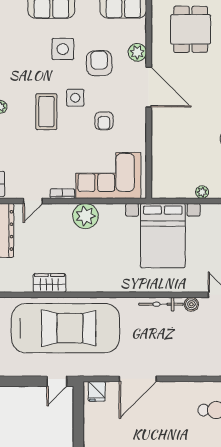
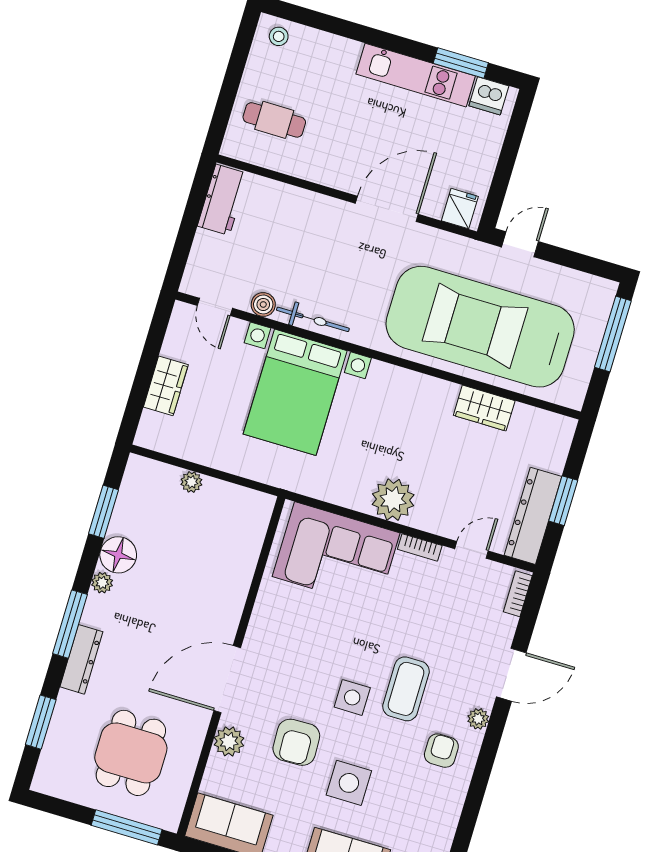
door: (149, 87) -> (227, 679), hinge flipped
armchair: (104, 121) -> (441, 751), moved
bed with nightstands: (163, 236) -> (295, 392), moved, turned 180

